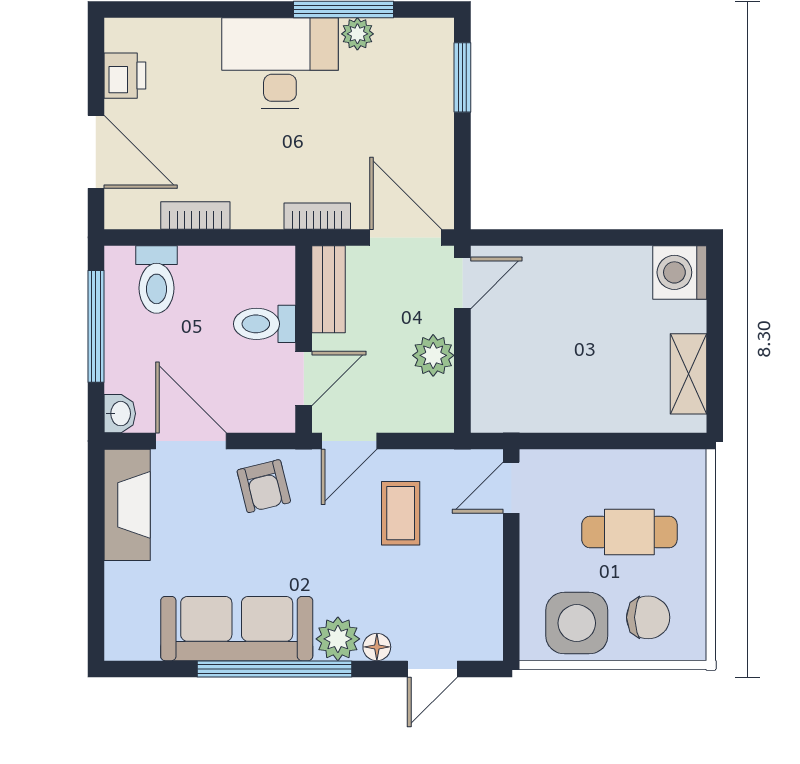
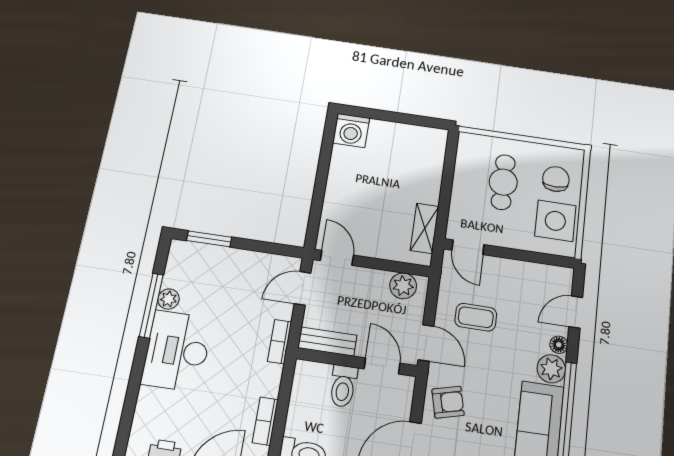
door: (406, 237) -> (303, 288), width x0.73
plant: (433, 355) -> (403, 286), moved
shelving: (689, 374) -> (425, 228), moved, turned 90
door: (432, 669) -> (576, 312), swing flipped

